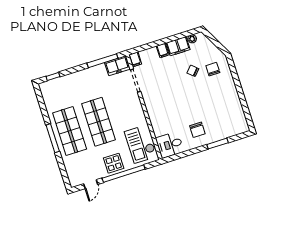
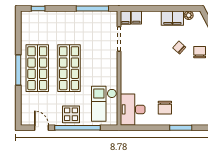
filing cabinet: (163, 50) -> (136, 18), moved
freezer: (117, 66) -> (105, 18), removed
desk: (170, 145) -> (133, 109), width x1.37
door: (91, 184) -> (42, 128), swing flipped

